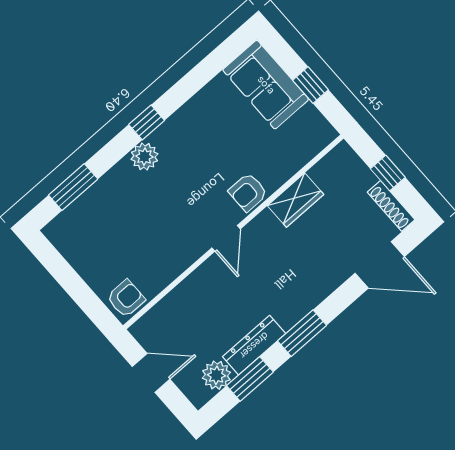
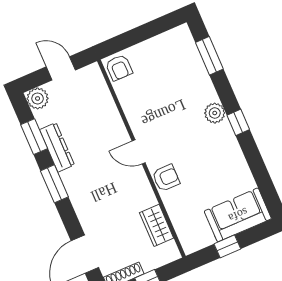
armchair: (248, 192) -> (166, 178), turned 90
wardrobe: (296, 200) -> (157, 225), moved
door: (151, 373) -> (61, 68), swing flipped
plant: (216, 375) -> (38, 98), moved

